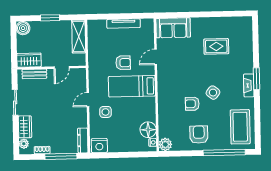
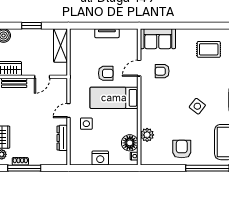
tv unit: (123, 24) -> (107, 33), width x0.71
rug: (216, 46) -> (209, 49), moved
armchair: (192, 104) -> (162, 71), moved
dresser: (83, 140) -> (62, 138), moved
plant: (165, 144) -> (147, 135), moved
nightstand: (99, 146) -> (100, 158), moved
window: (61, 156) -> (24, 168), moved

